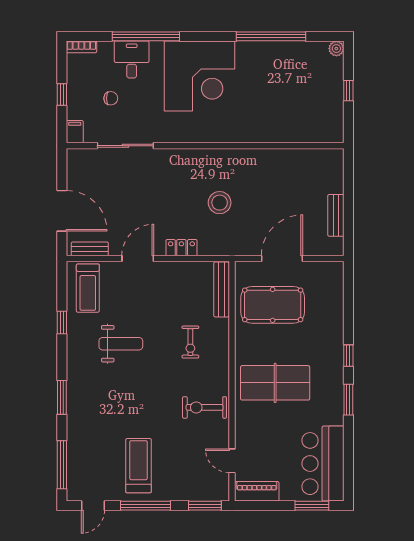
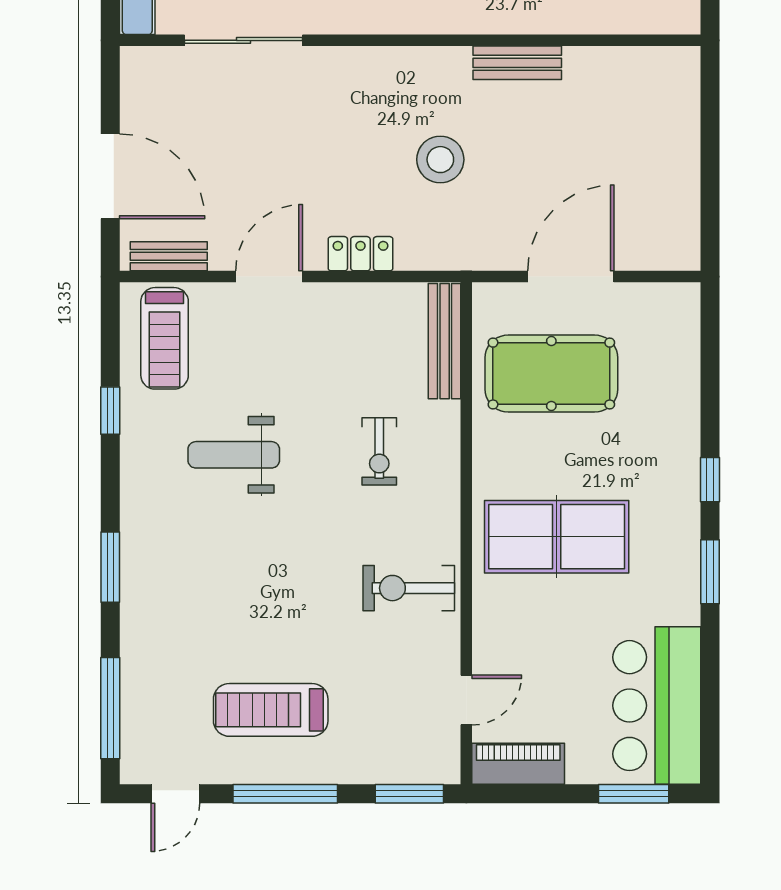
bench: (336, 215) -> (517, 63), moved, turned 90
weight bench: (121, 344) -> (234, 455), turned 180
door: (232, 461) -> (466, 700), swing flipped
treadmill: (138, 466) -> (271, 710), turned -90

